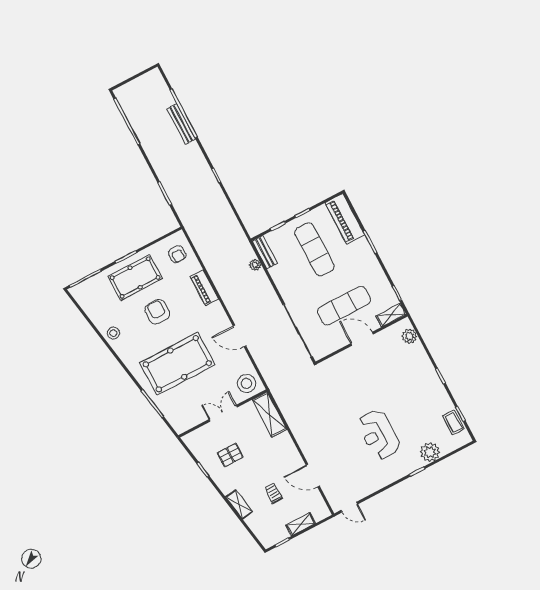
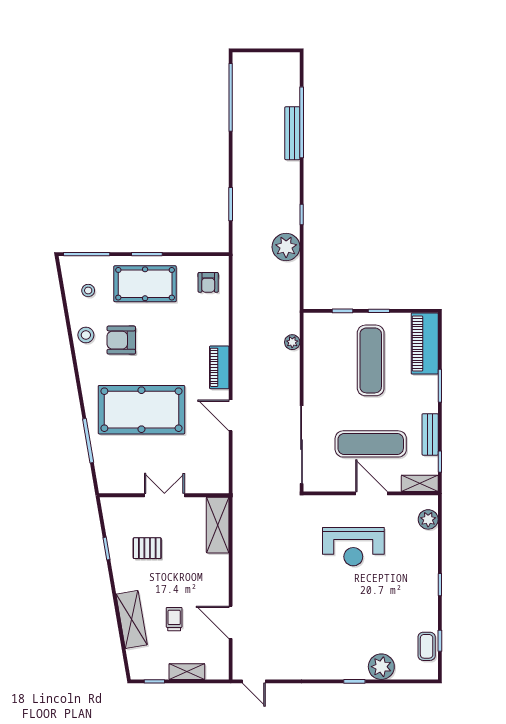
plant: (217, 203) -> (286, 247), added
bench: (265, 252) -> (430, 434), moved
piano: (204, 288) -> (219, 367), moved
armchair: (157, 312) -> (121, 340), moved, turned -90
stool: (247, 383) -> (88, 290), moved, width x0.53, depth x0.53
reception desk: (379, 435) -> (353, 547), moved, turned -90
shelving: (239, 504) -> (132, 619), width x1.50, depth x1.33

